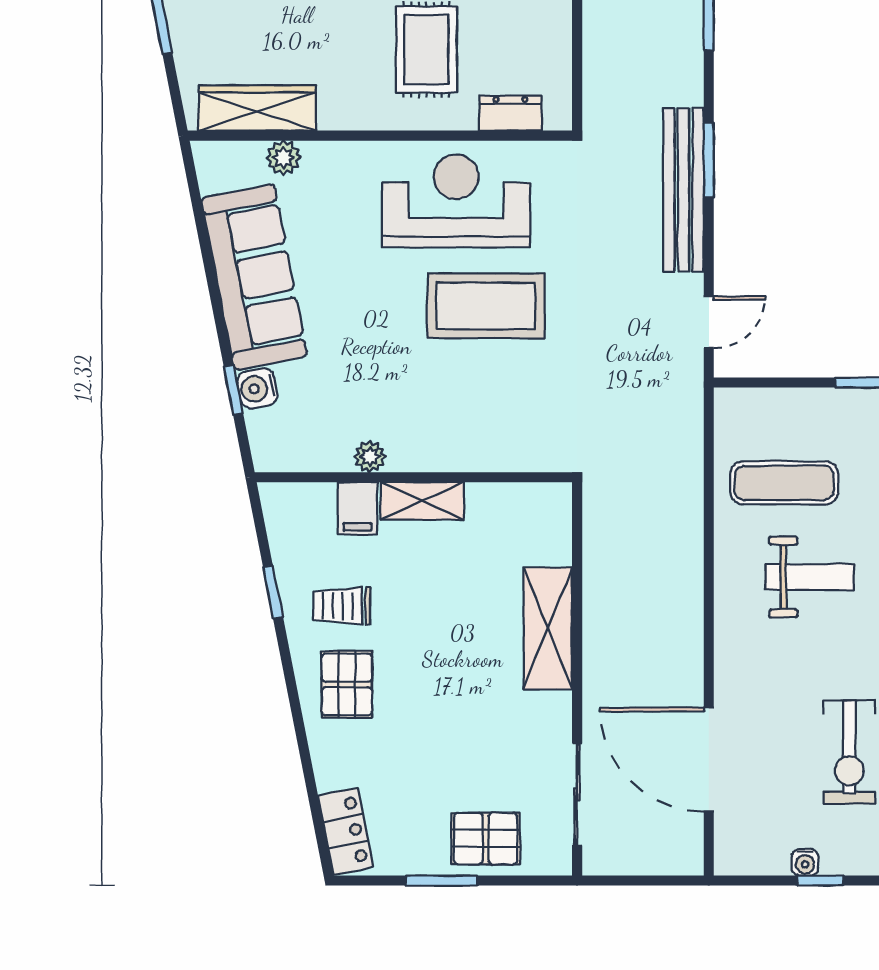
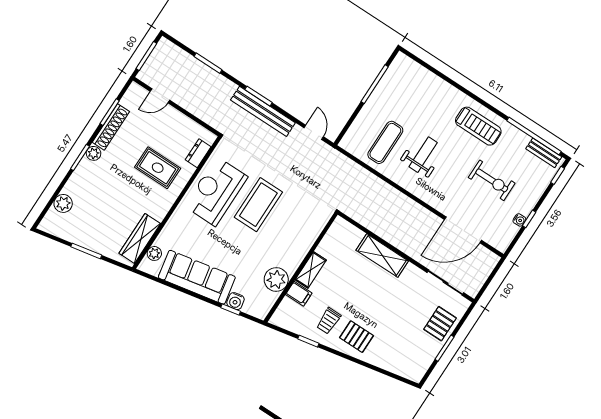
plant: (283, 158) -> (154, 253), moved
plant: (370, 457) -> (276, 279), width x1.87, depth x1.87
locker: (346, 831) -> (406, 370), removed

